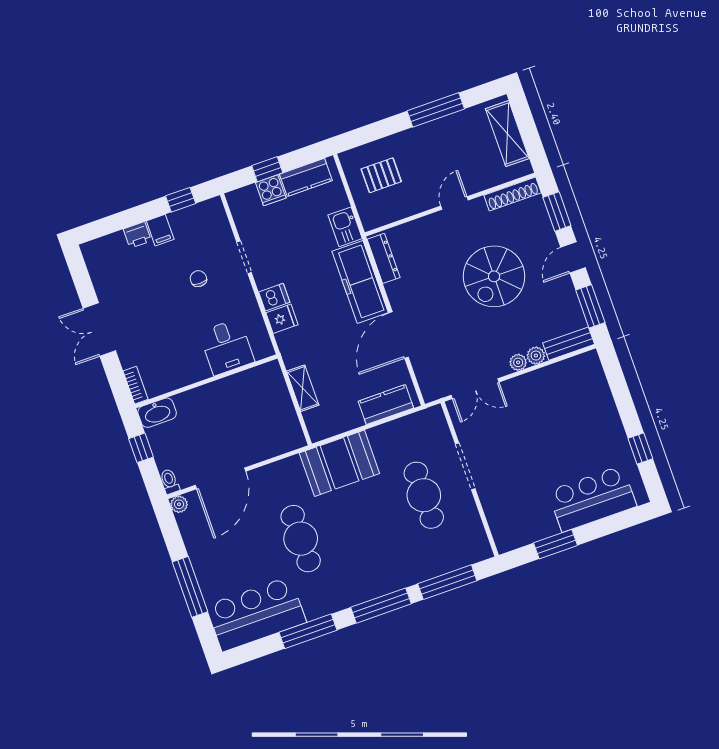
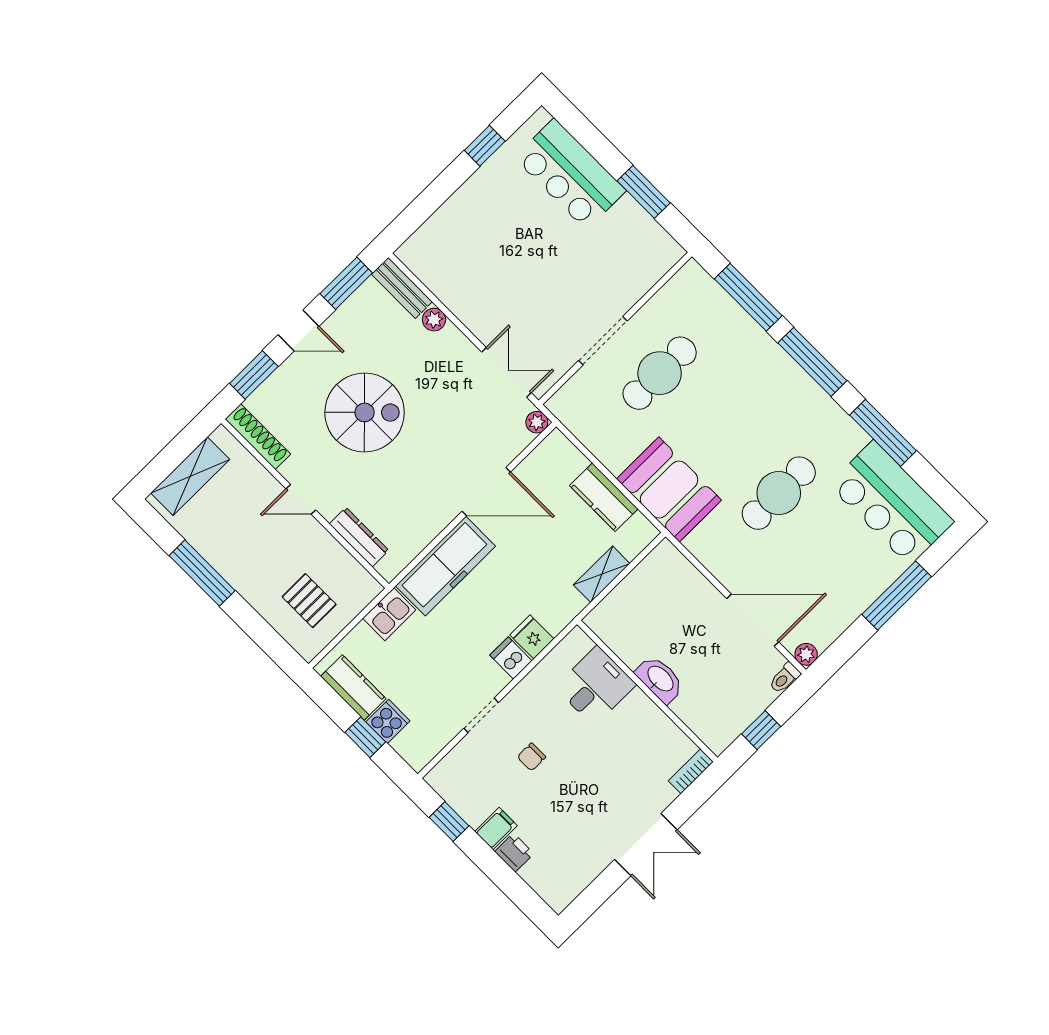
dresser: (384, 258) -> (359, 537), moved, turned 90
plant: (518, 362) -> (537, 422), moved
kitchen counter: (386, 405) -> (604, 497), moved
washbasin: (157, 413) -> (660, 679), moved

